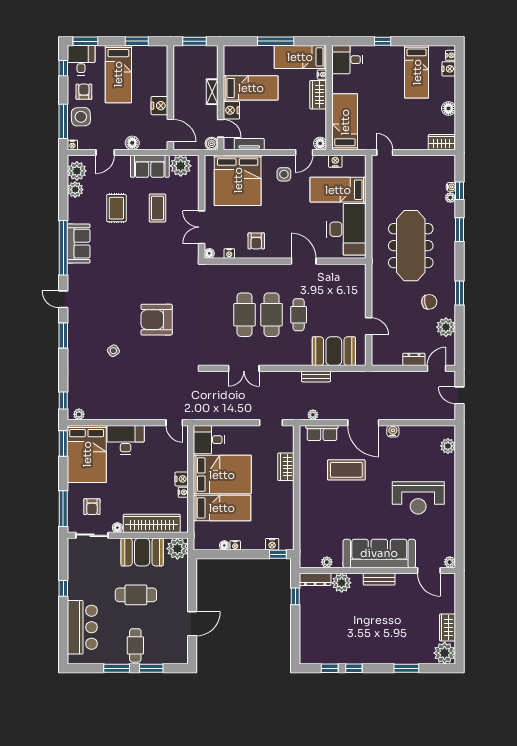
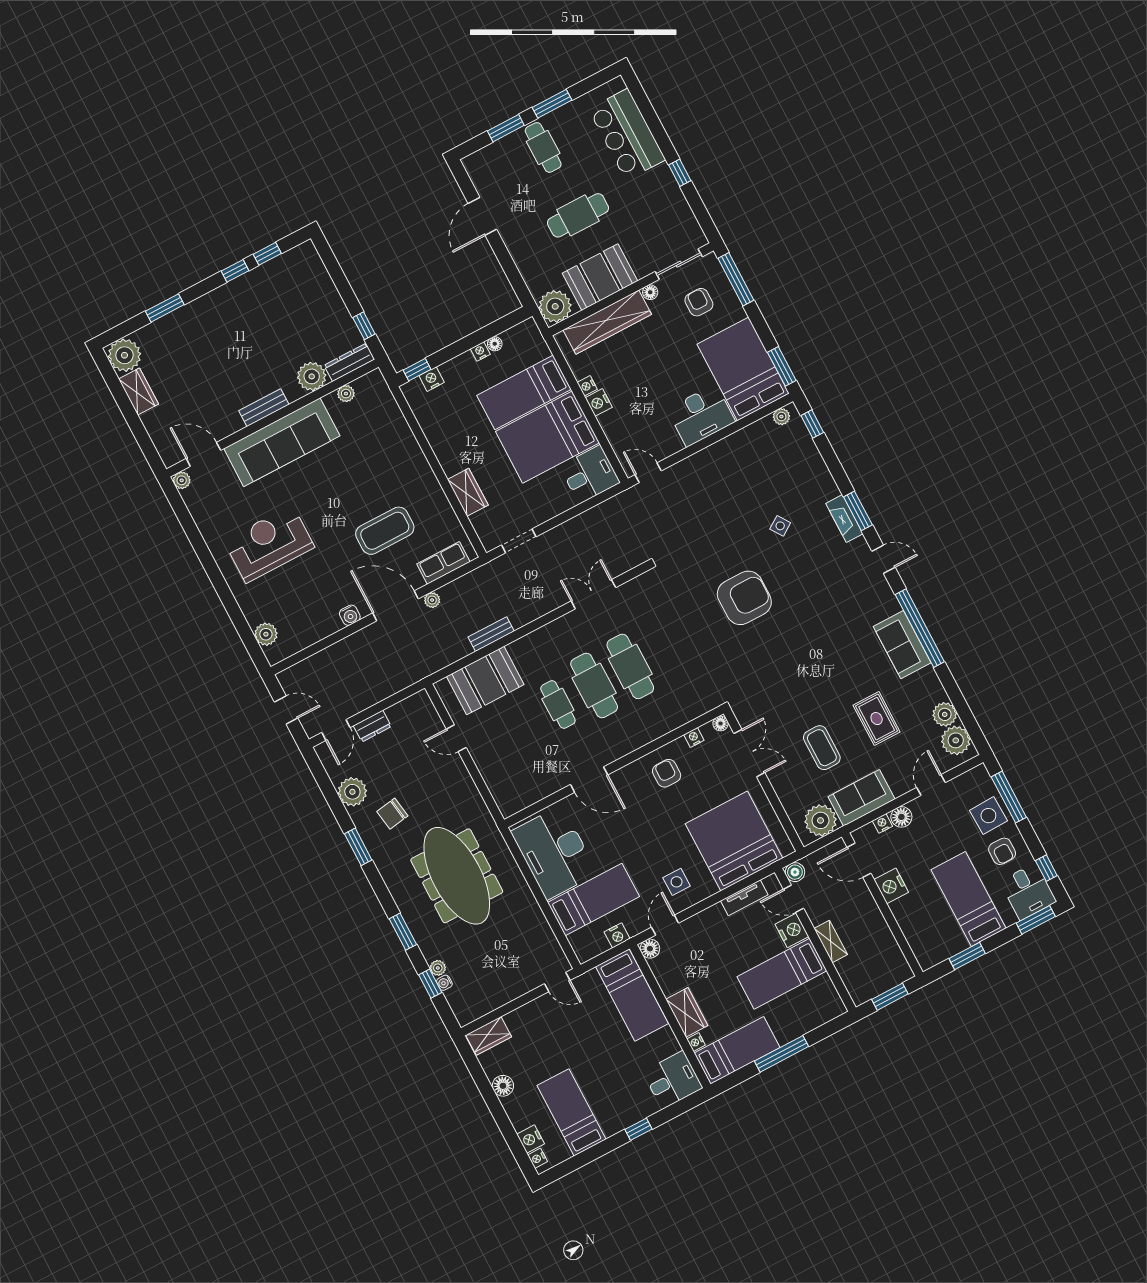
nightstand: (72, 145) -> (882, 823), moved
fireplace: (74, 335) -> (844, 519), added
plant: (313, 415) -> (432, 600), moved

